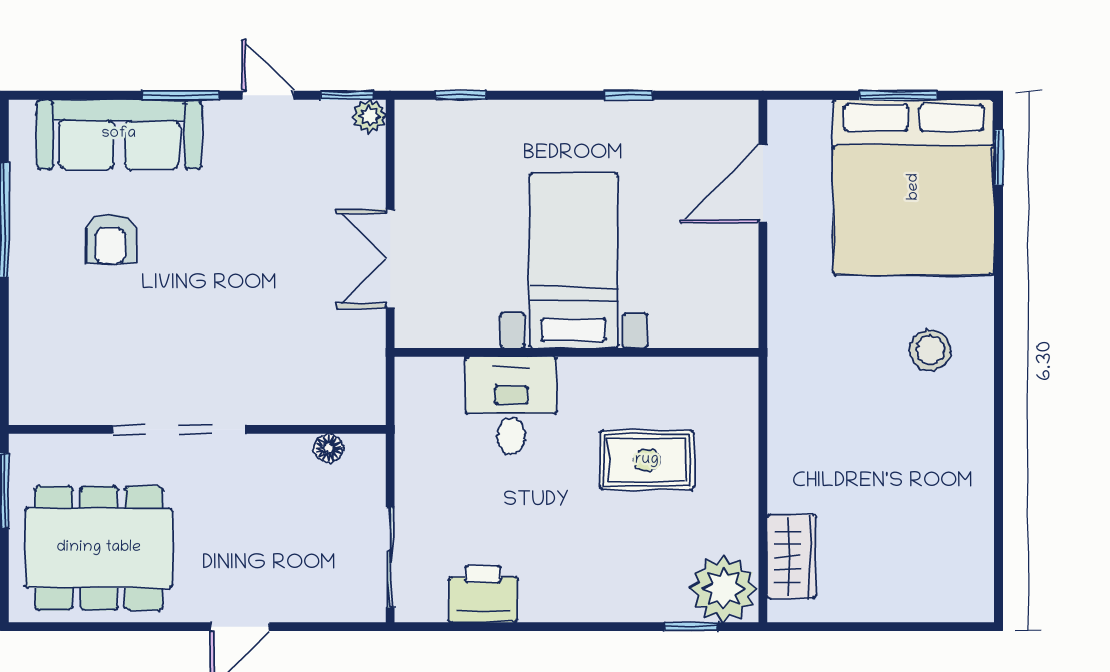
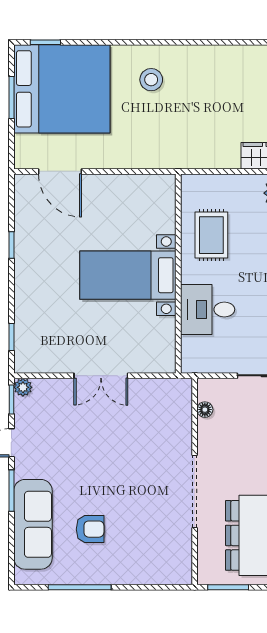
bed with nightstands: (574, 261) -> (128, 275), moved
wall: (576, 352) -> (178, 274), moved
desk: (511, 406) -> (208, 309), moved

